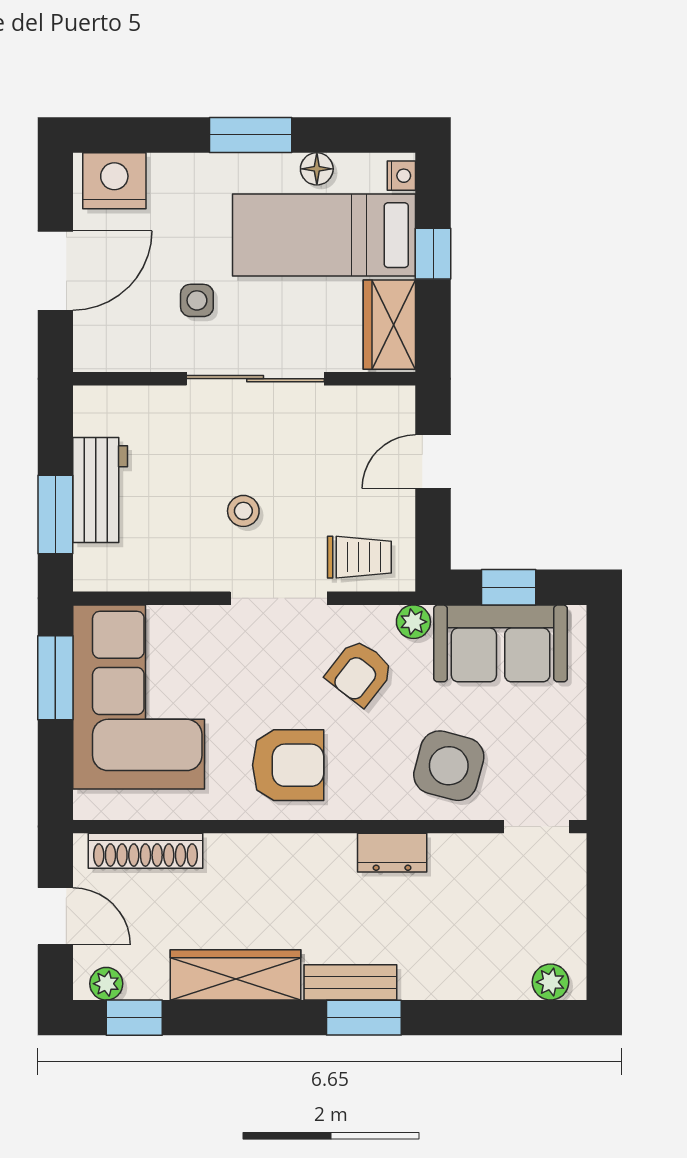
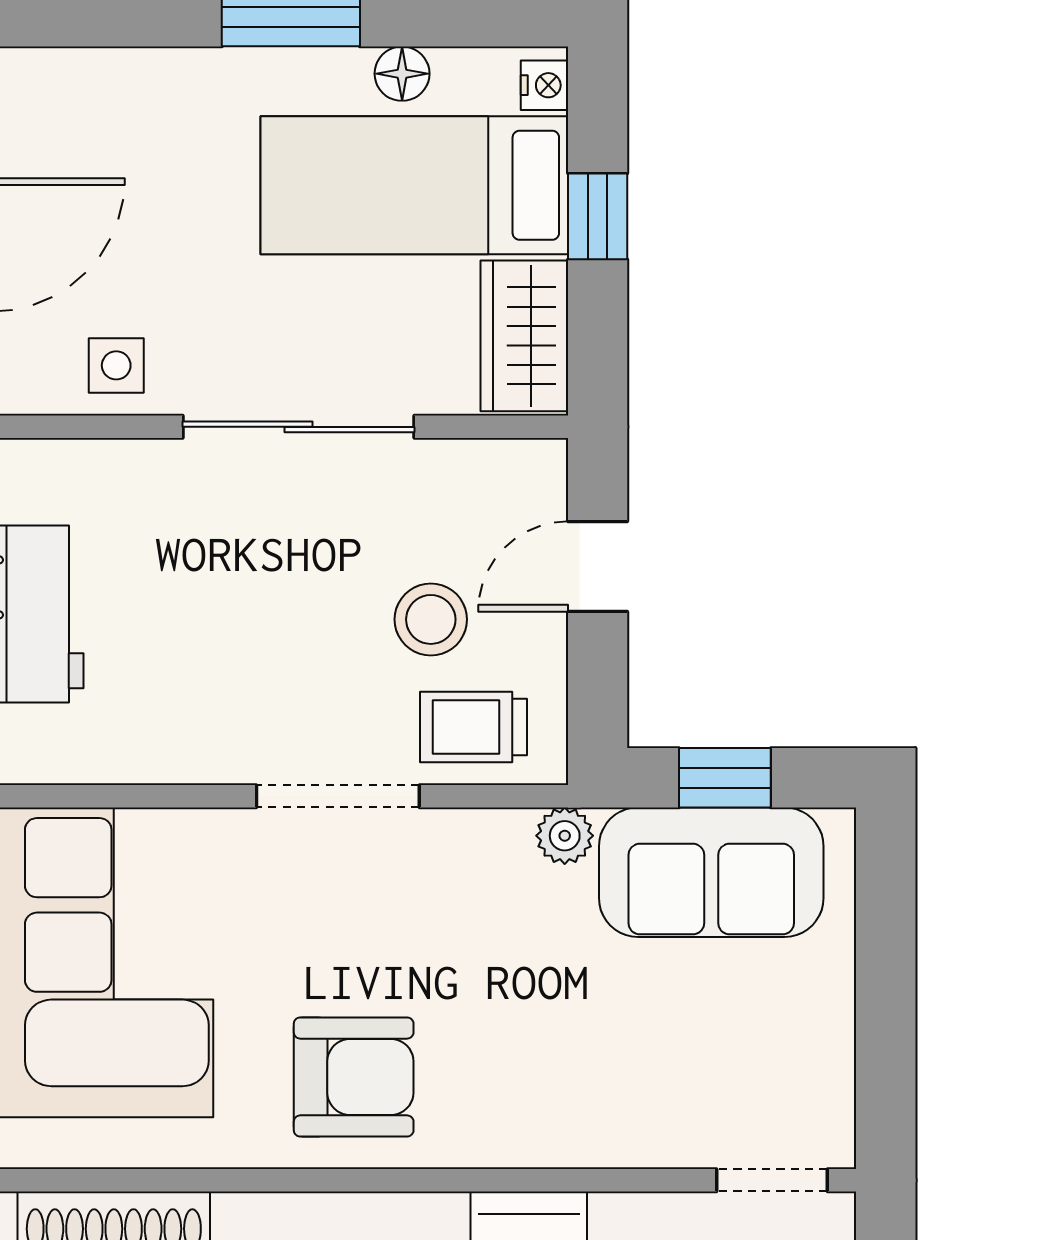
nightstand: (114, 181) -> (61, 94), removed
side table: (197, 300) -> (116, 365), moved
stool: (243, 511) -> (431, 619), moved, width x1.37, depth x1.37
trolley: (359, 557) -> (474, 727), turned 180
armchair: (360, 673) -> (474, 921), removed
side table: (449, 766) -> (624, 1078), removed

